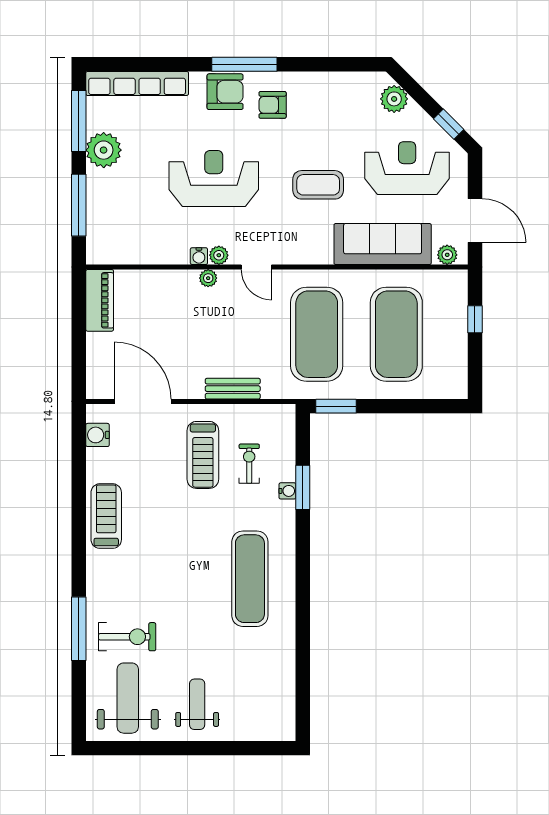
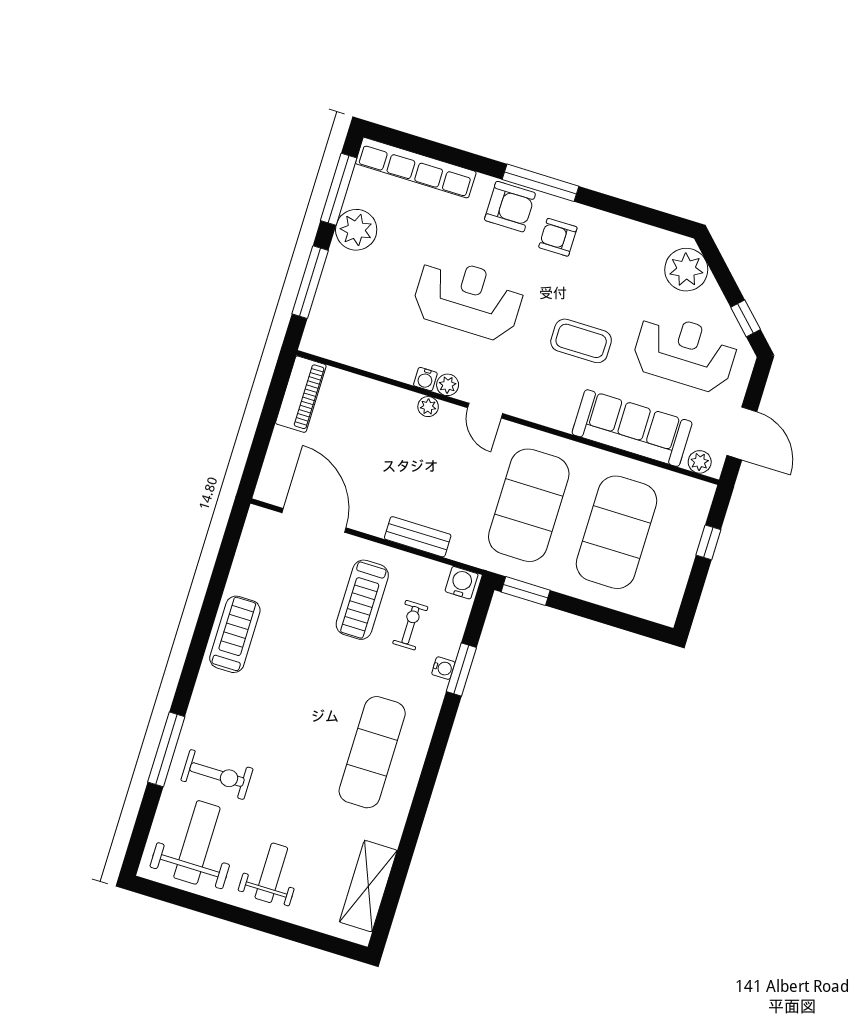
plant: (394, 99) -> (686, 270), width x1.36, depth x1.36
water cooler: (98, 435) -> (462, 583), moved, turned 90
shelving: (281, 691) -> (368, 886), added

